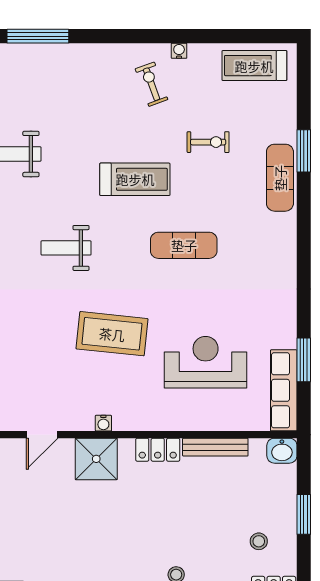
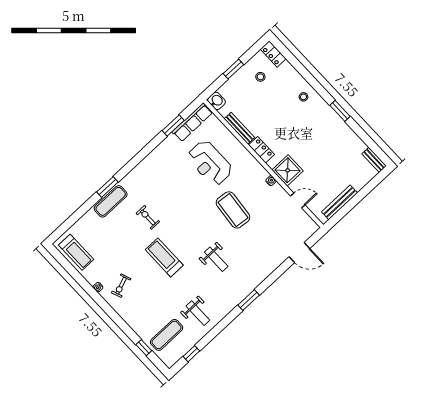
window: (38, 36) -> (144, 348), width x0.46
exercise bike: (208, 142) -> (148, 217), moved
window: (304, 151) -> (107, 187), moved
exercise mat: (184, 245) -> (167, 335), moved, turned 90

